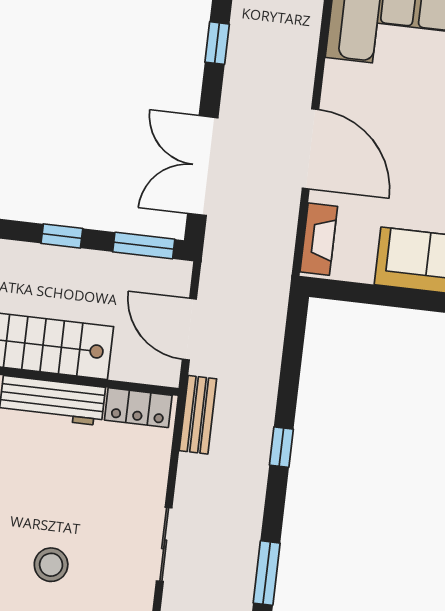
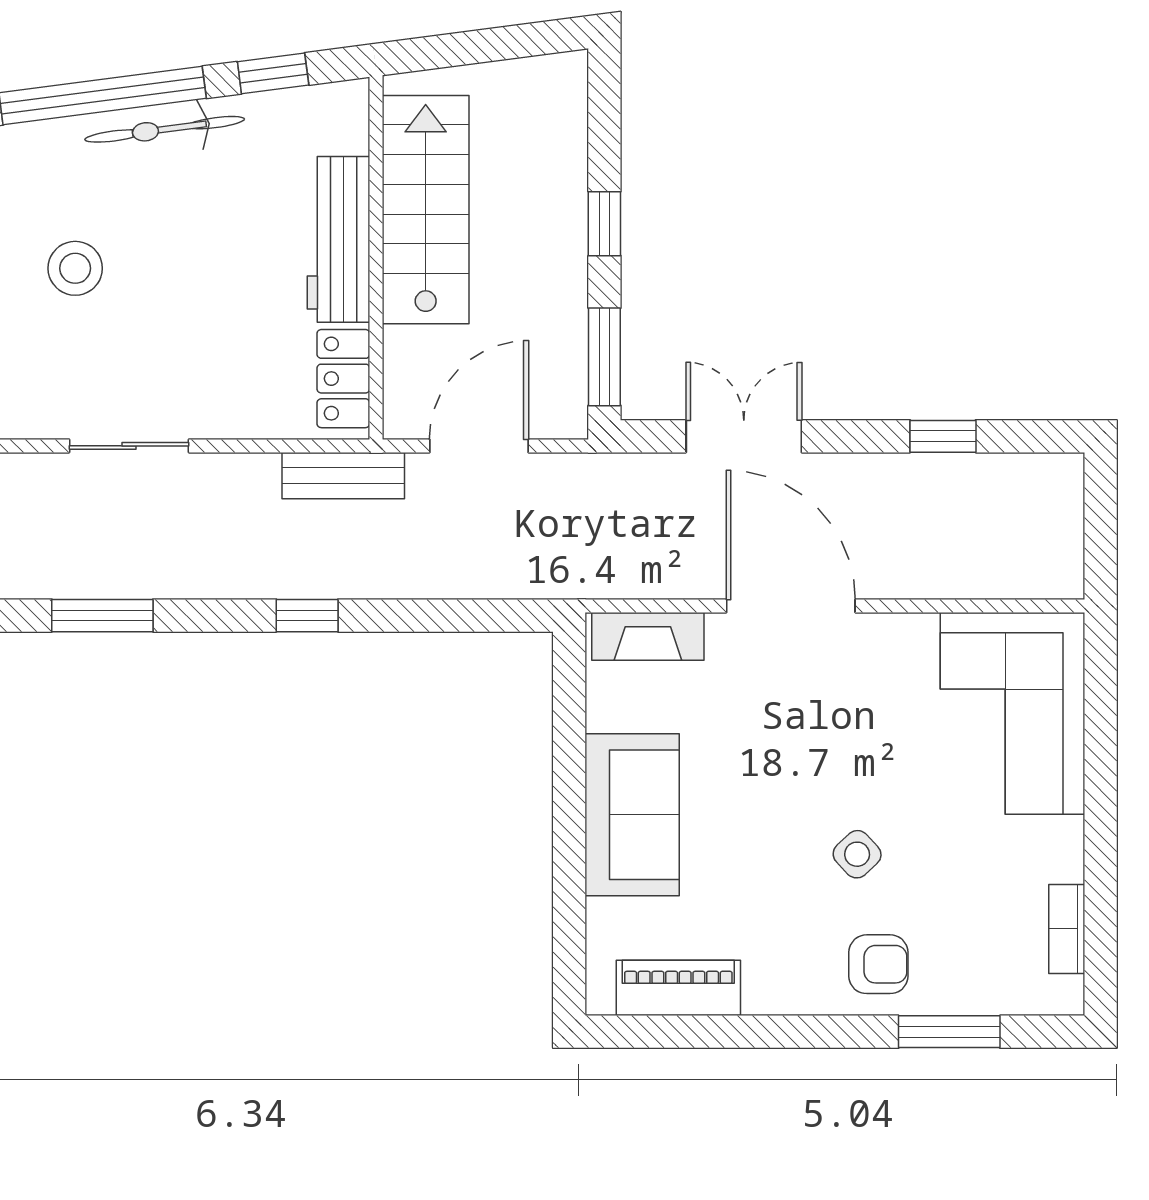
door: (310, 149) -> (791, 606), swing flipped
double door: (203, 166) -> (744, 436), width x0.73

